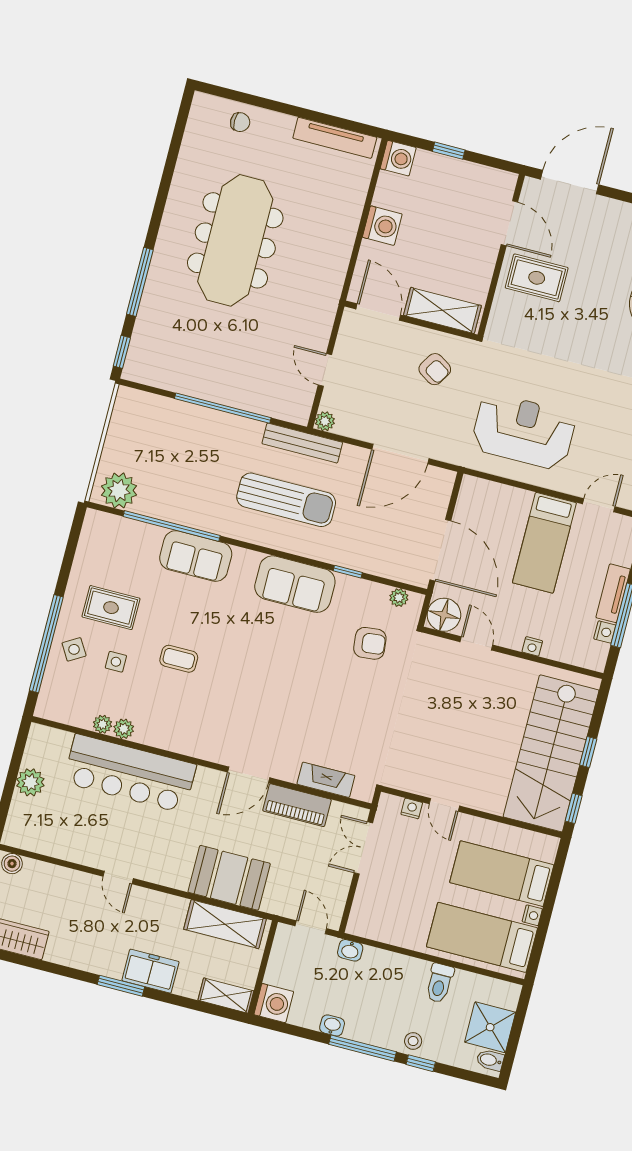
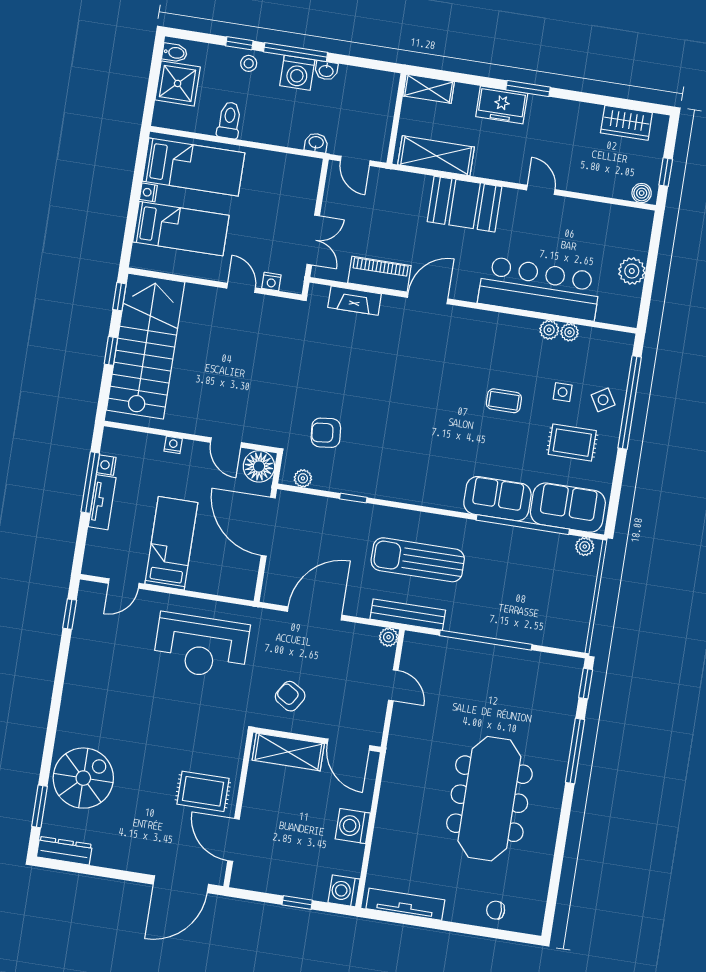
plant: (119, 490) -> (585, 547), width x0.53, depth x0.53
sofa: (295, 584) -> (568, 508), moved
booth: (229, 878) -> (465, 204), moved
washing machine: (274, 1003) -> (297, 73), moved, turned -90

